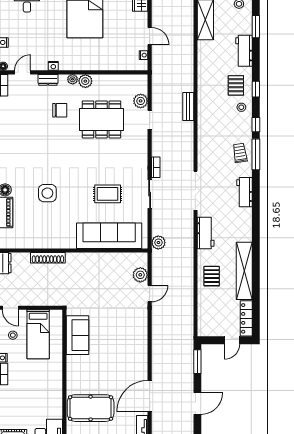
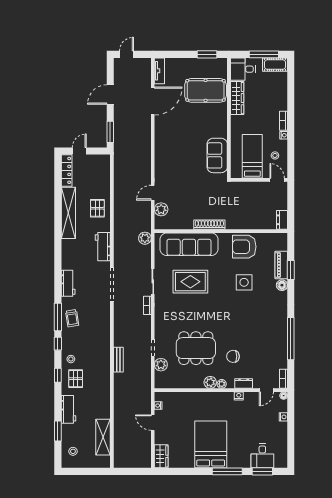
rug: (108, 194) -> (190, 282), width x1.36, depth x1.43
armchair: (47, 233) -> (244, 247), added
shoe rack: (48, 258) -> (209, 225), moved
wardrobe: (55, 399) -> (237, 98), added

